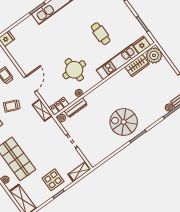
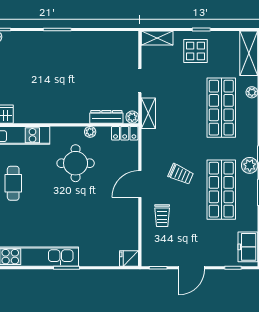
shelving: (42, 110) -> (148, 113), moved
spiral stairs: (124, 122) -> (62, 59), removed

